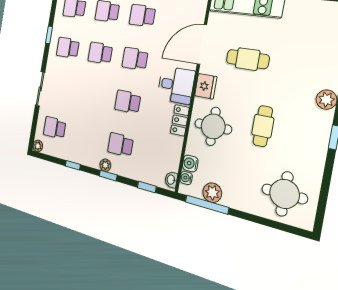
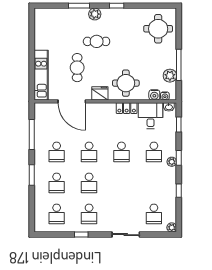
desk: (176, 85) -> (151, 116), moved
cafe table: (263, 126) -> (97, 41), moved
window: (207, 205) -> (179, 65), moved

